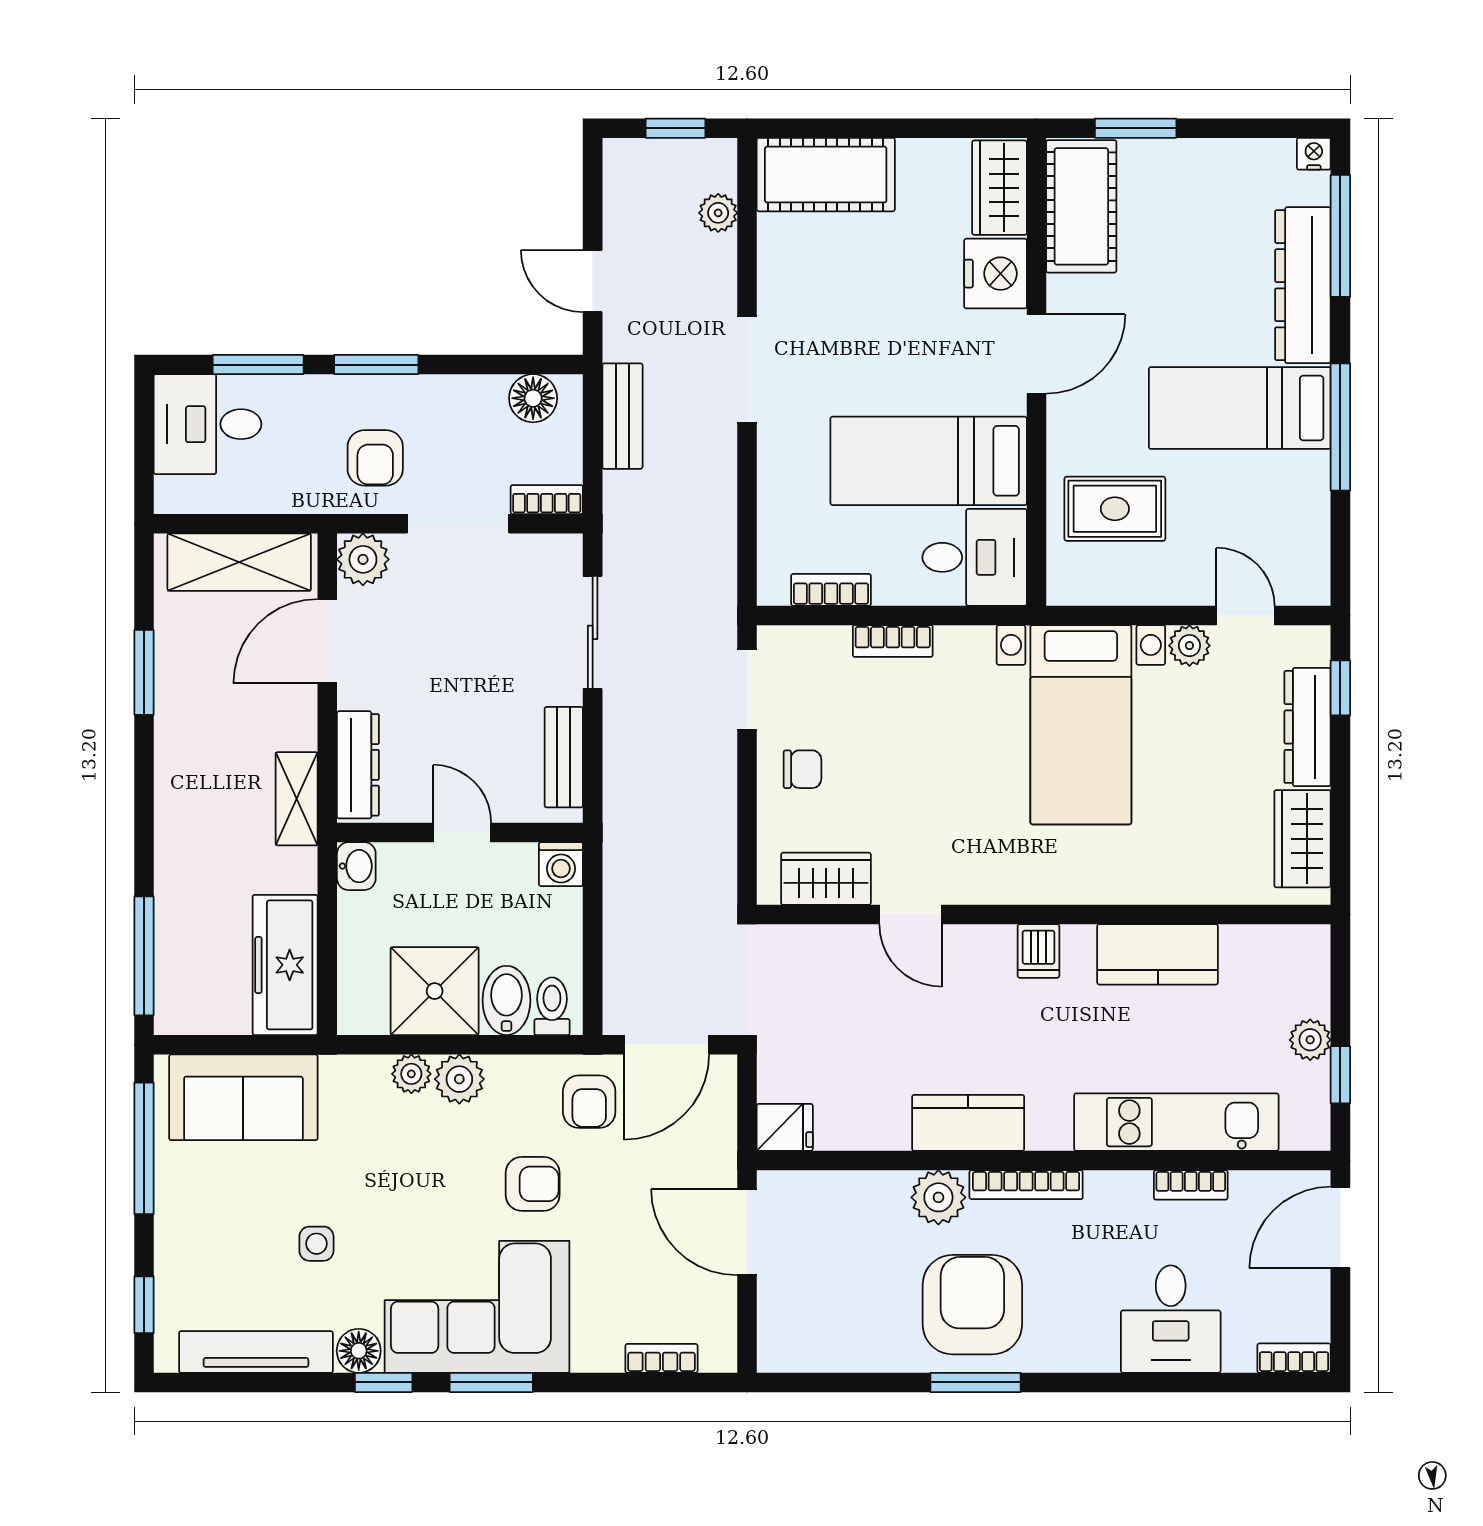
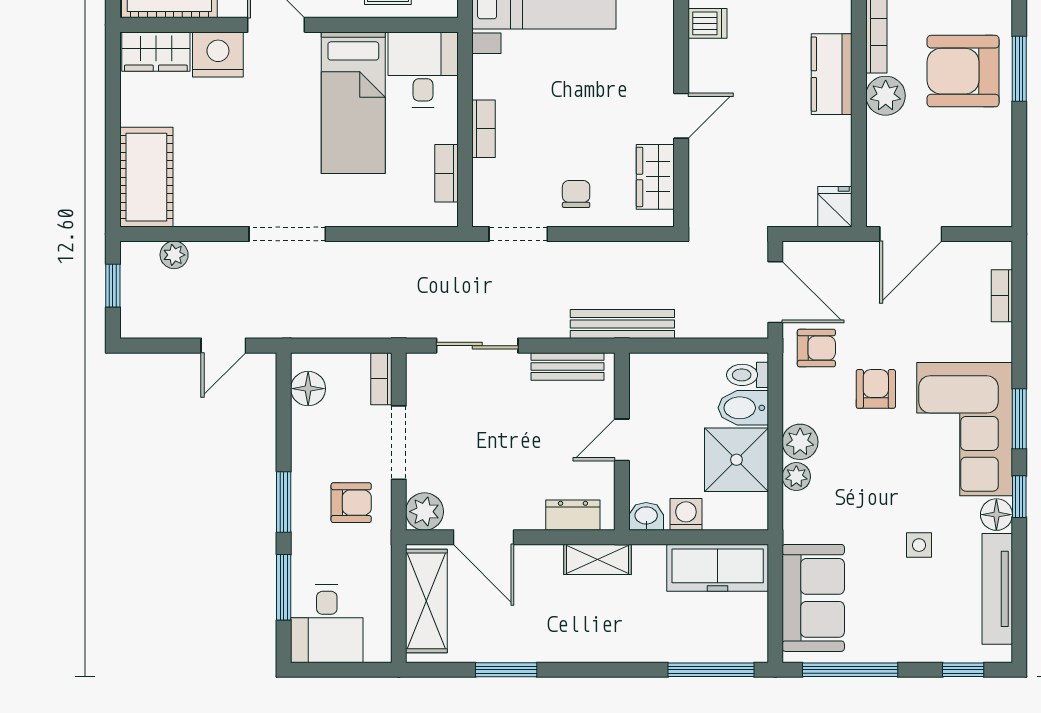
bench: (622, 416) -> (622, 324), moved, width x1.36
dresser: (358, 765) -> (573, 515), width x0.70
washing machine: (561, 864) -> (686, 514), moved, turned -90

